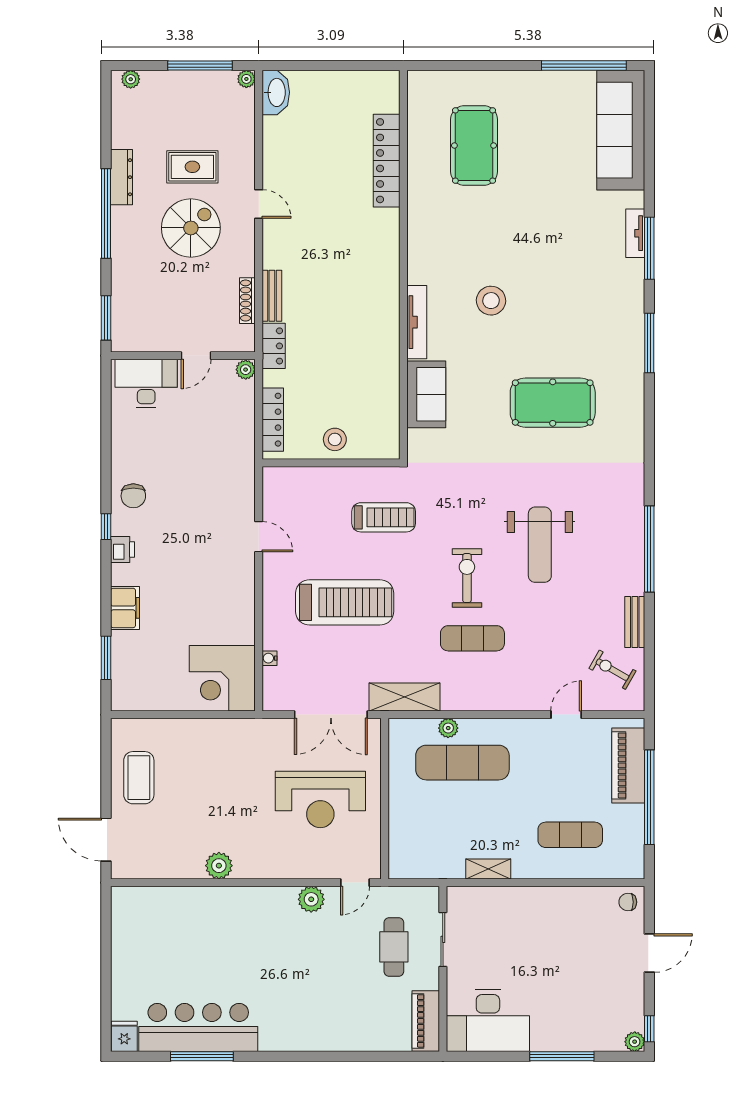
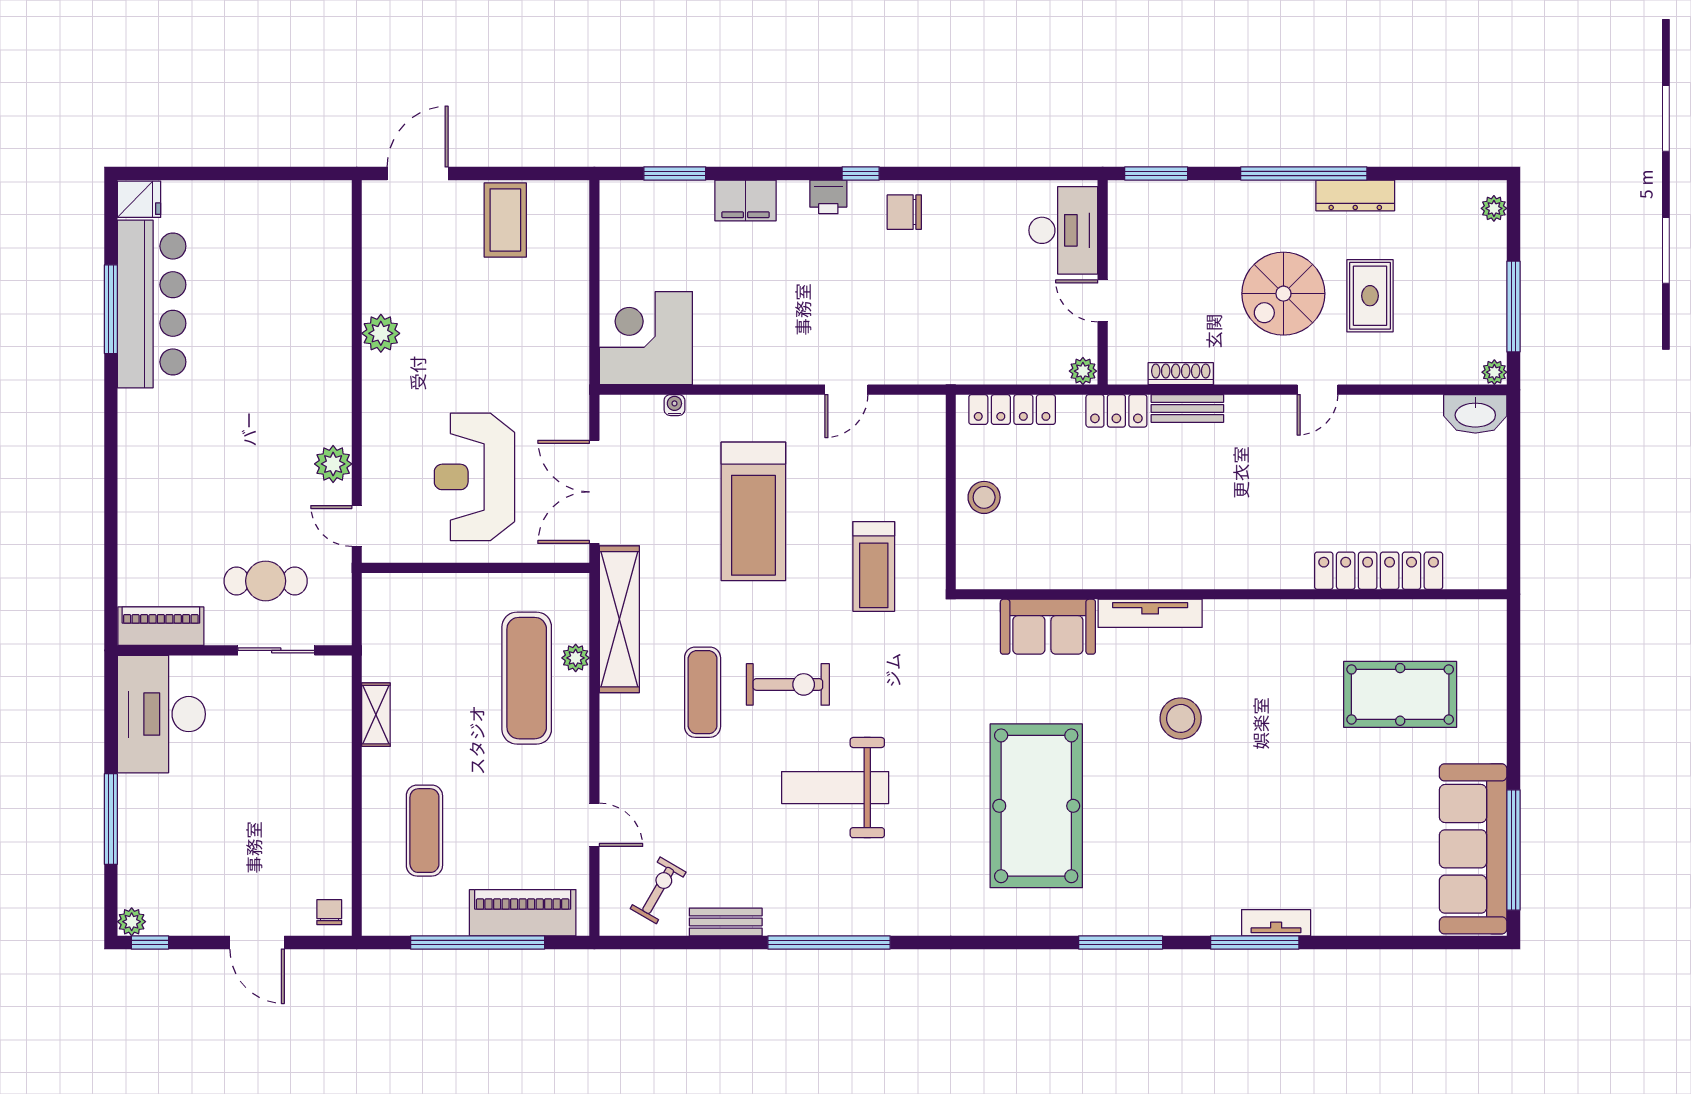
sofa: (621, 130) -> (1473, 849), moved, turned -90
spiral stairs: (191, 228) -> (1283, 294), turned 90
pool table: (553, 403) -> (1036, 806), width x1.36, depth x1.32
shelving: (404, 697) -> (619, 619), width x1.47
coffee table: (139, 778) -> (505, 220), turned 90

